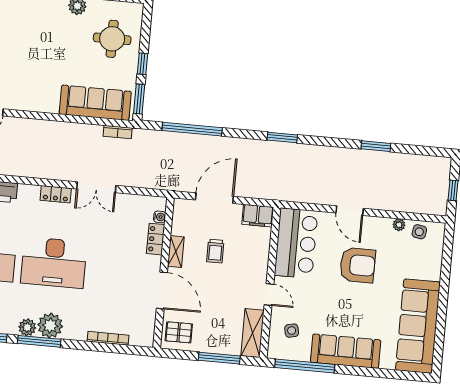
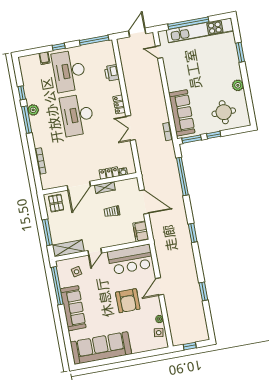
plant: (50, 326) -> (38, 124), removed

